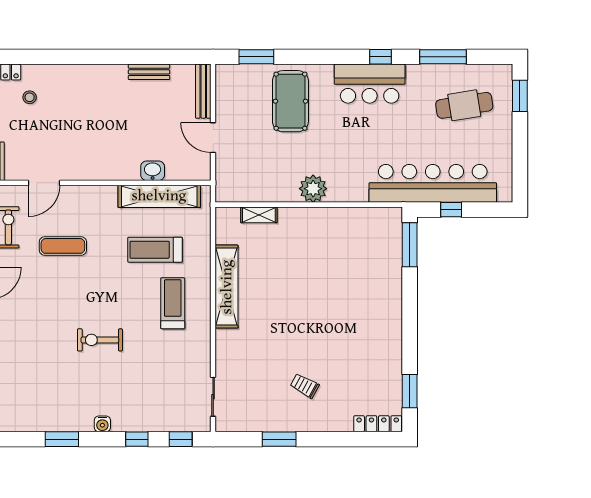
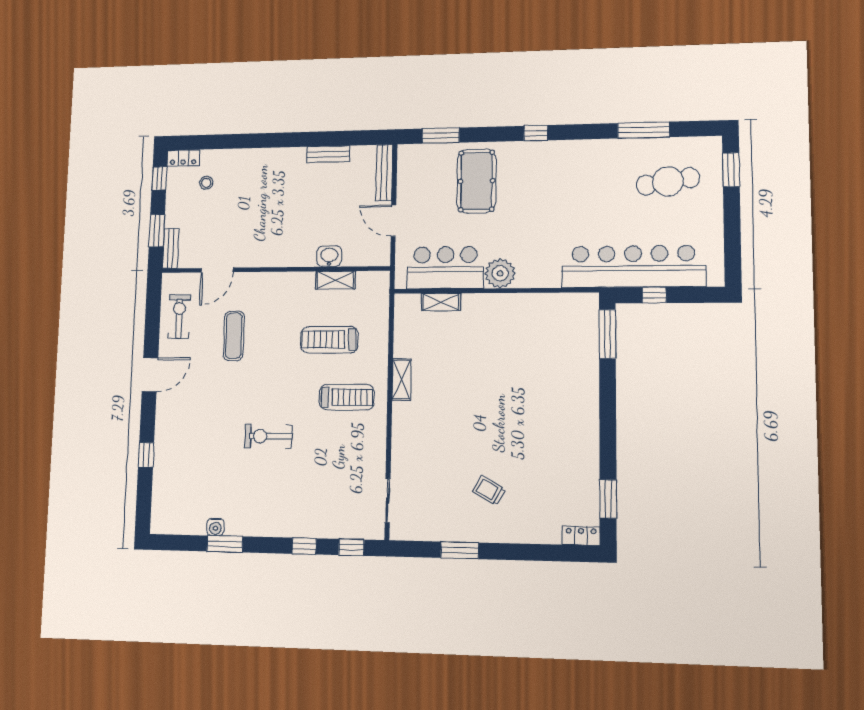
window: (380, 57) -> (536, 133), moved
bar counter: (370, 84) -> (445, 268), moved, turned 180
shelving: (159, 196) -> (335, 280), width x0.45, depth x0.75
exercise mat: (63, 246) -> (234, 336), turned 90
shelving: (227, 287) -> (402, 380), width x0.45, depth x0.75
treadmill: (173, 303) -> (347, 397), turned 90
water cooler: (102, 424) -> (215, 527), moved
locker: (378, 424) -> (581, 536), width x0.66

